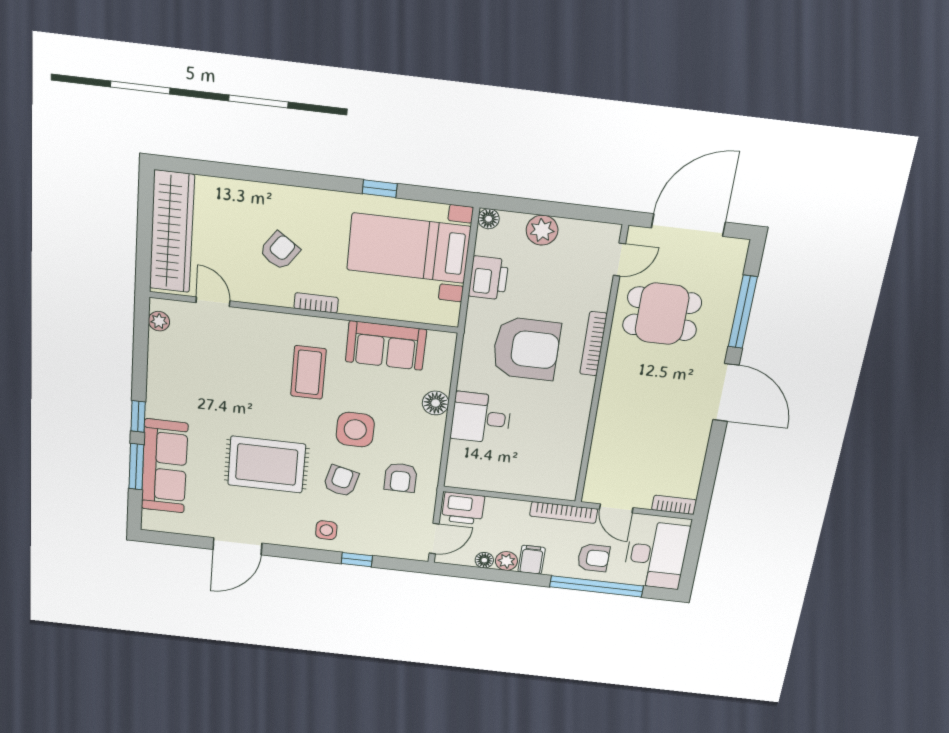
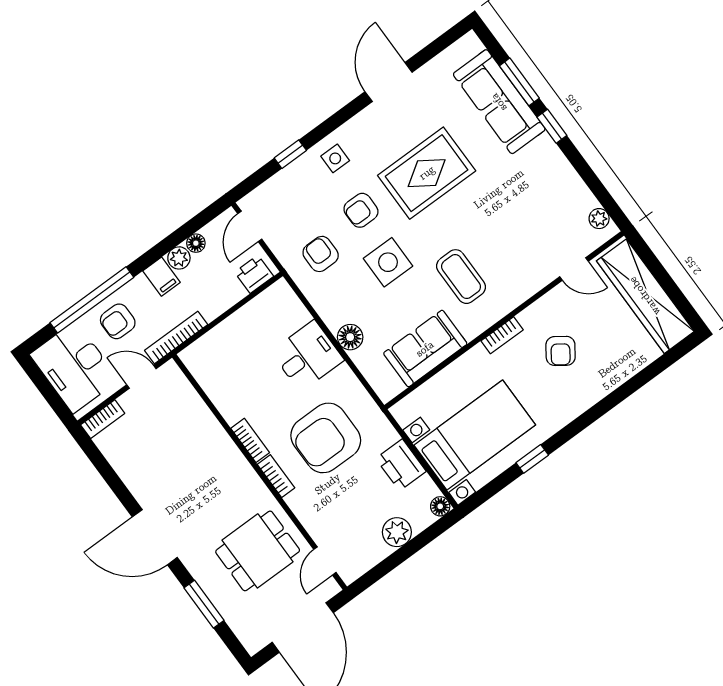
window: (743, 312) -> (204, 604), width x0.69
bookcase: (593, 344) -> (276, 476), width x0.64
bookcase: (584, 397) -> (250, 440), added
armchair: (341, 481) -> (361, 210), turned 76
printer: (463, 508) -> (254, 274), width x0.73, depth x0.81

